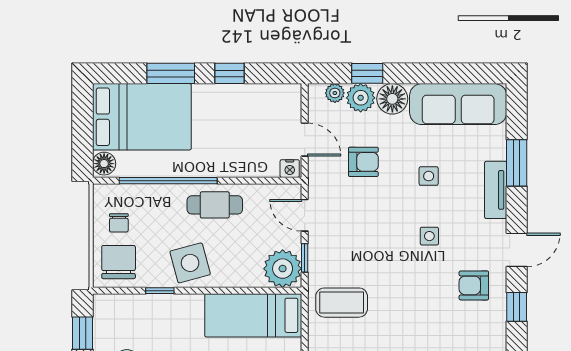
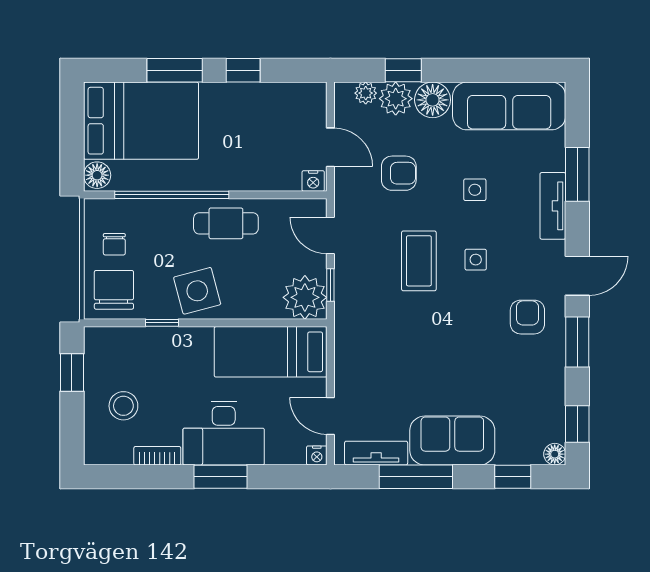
armchair: (474, 285) -> (527, 317), turned 90
coffee table: (342, 303) -> (419, 261), moved, turned 90
window: (517, 307) -> (577, 342), width x1.50

